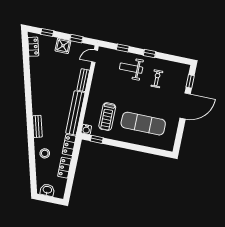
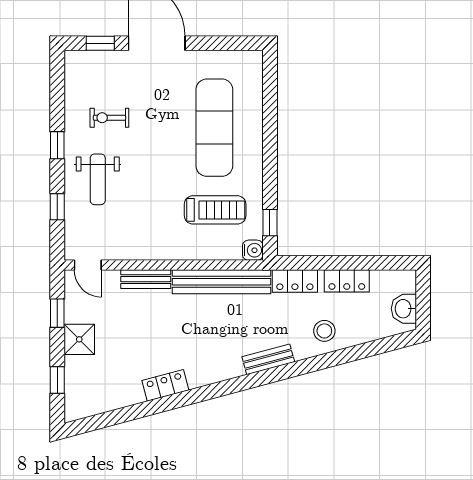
locker: (33, 47) -> (165, 385), moved

